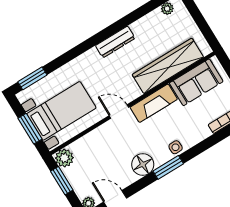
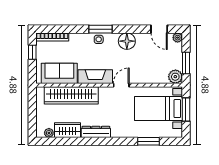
wardrobe: (148, 25) -> (67, 130), added
window: (32, 78) -> (149, 141), moved
door: (119, 111) -> (121, 85), swing flipped
window: (168, 167) -> (100, 29), moved

